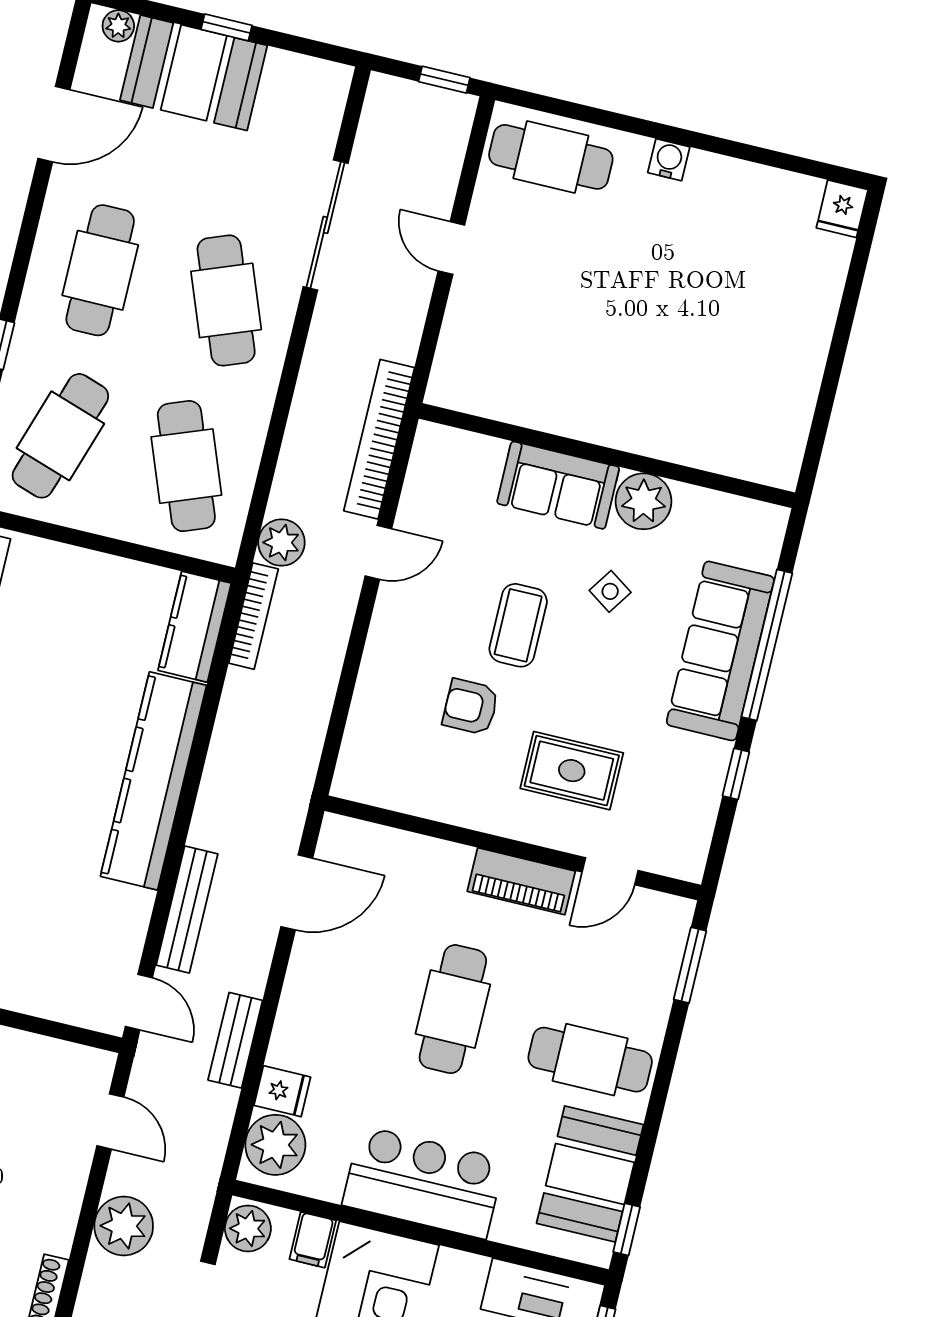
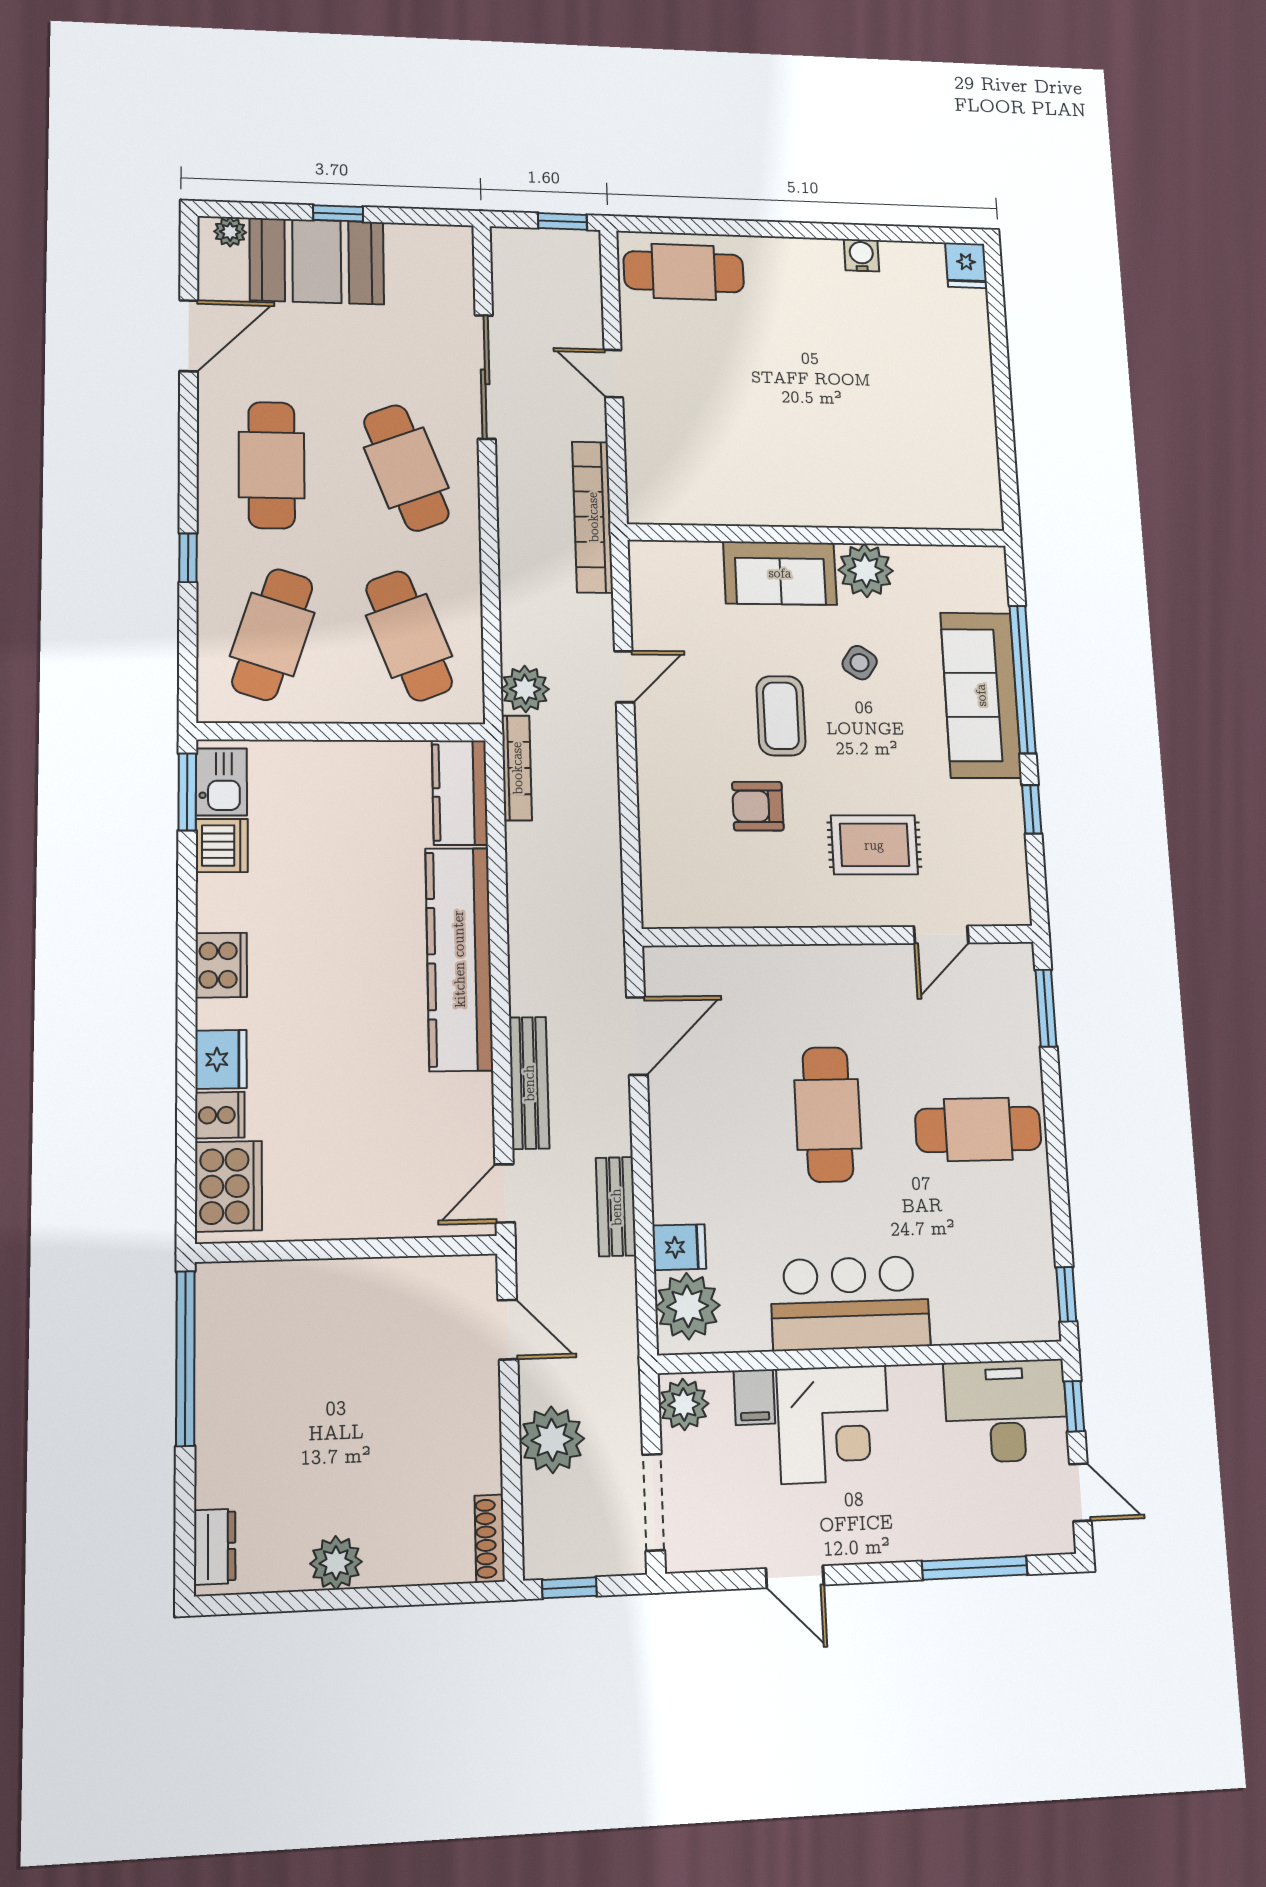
water cooler: (669, 160) -> (861, 255), moved
bookcase: (379, 439) -> (593, 517), moved
piano: (521, 881) -> (858, 967), removed
door: (139, 1002) -> (505, 1193), swing flipped
booth: (590, 1174) -> (1013, 1247), removed

